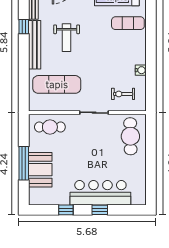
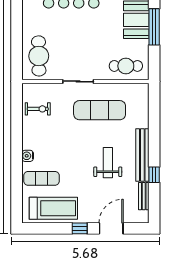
water cooler: (141, 70) -> (28, 156), moved
exercise mat: (57, 84) -> (100, 110), moved
exercise bike: (123, 94) -> (38, 109), moved

